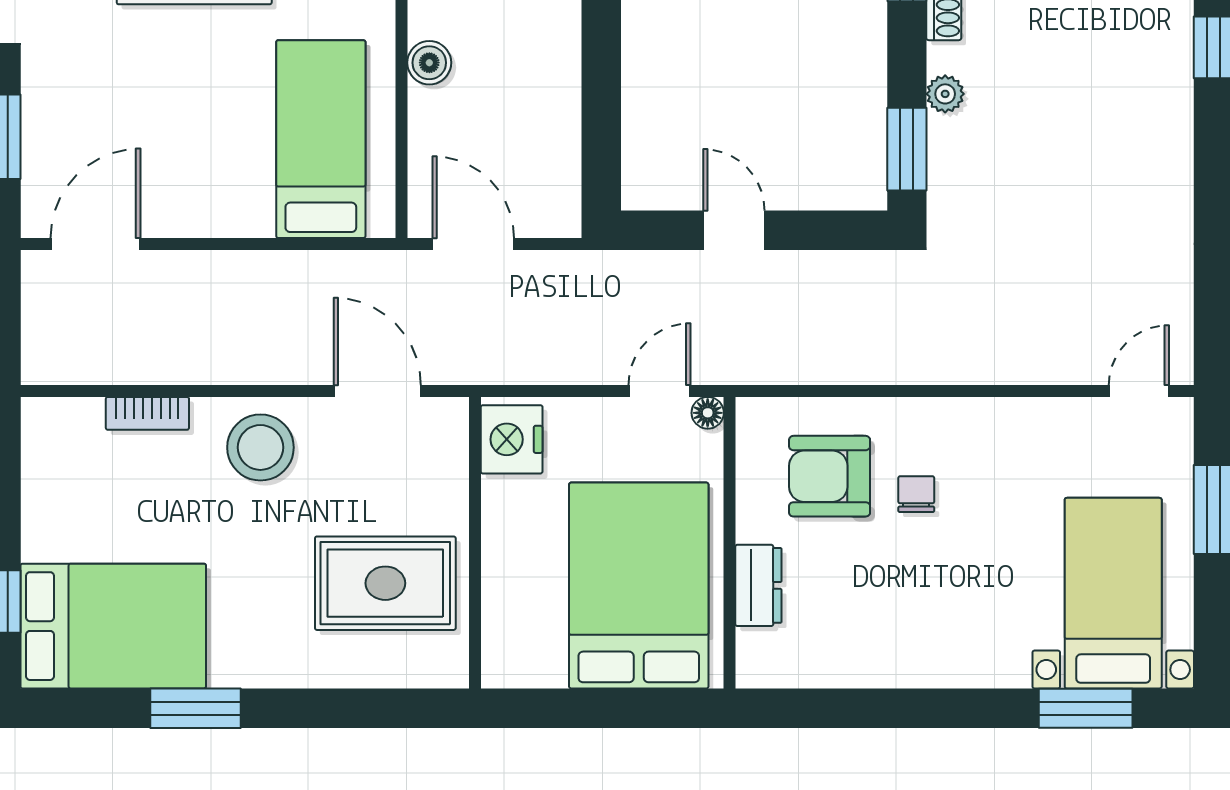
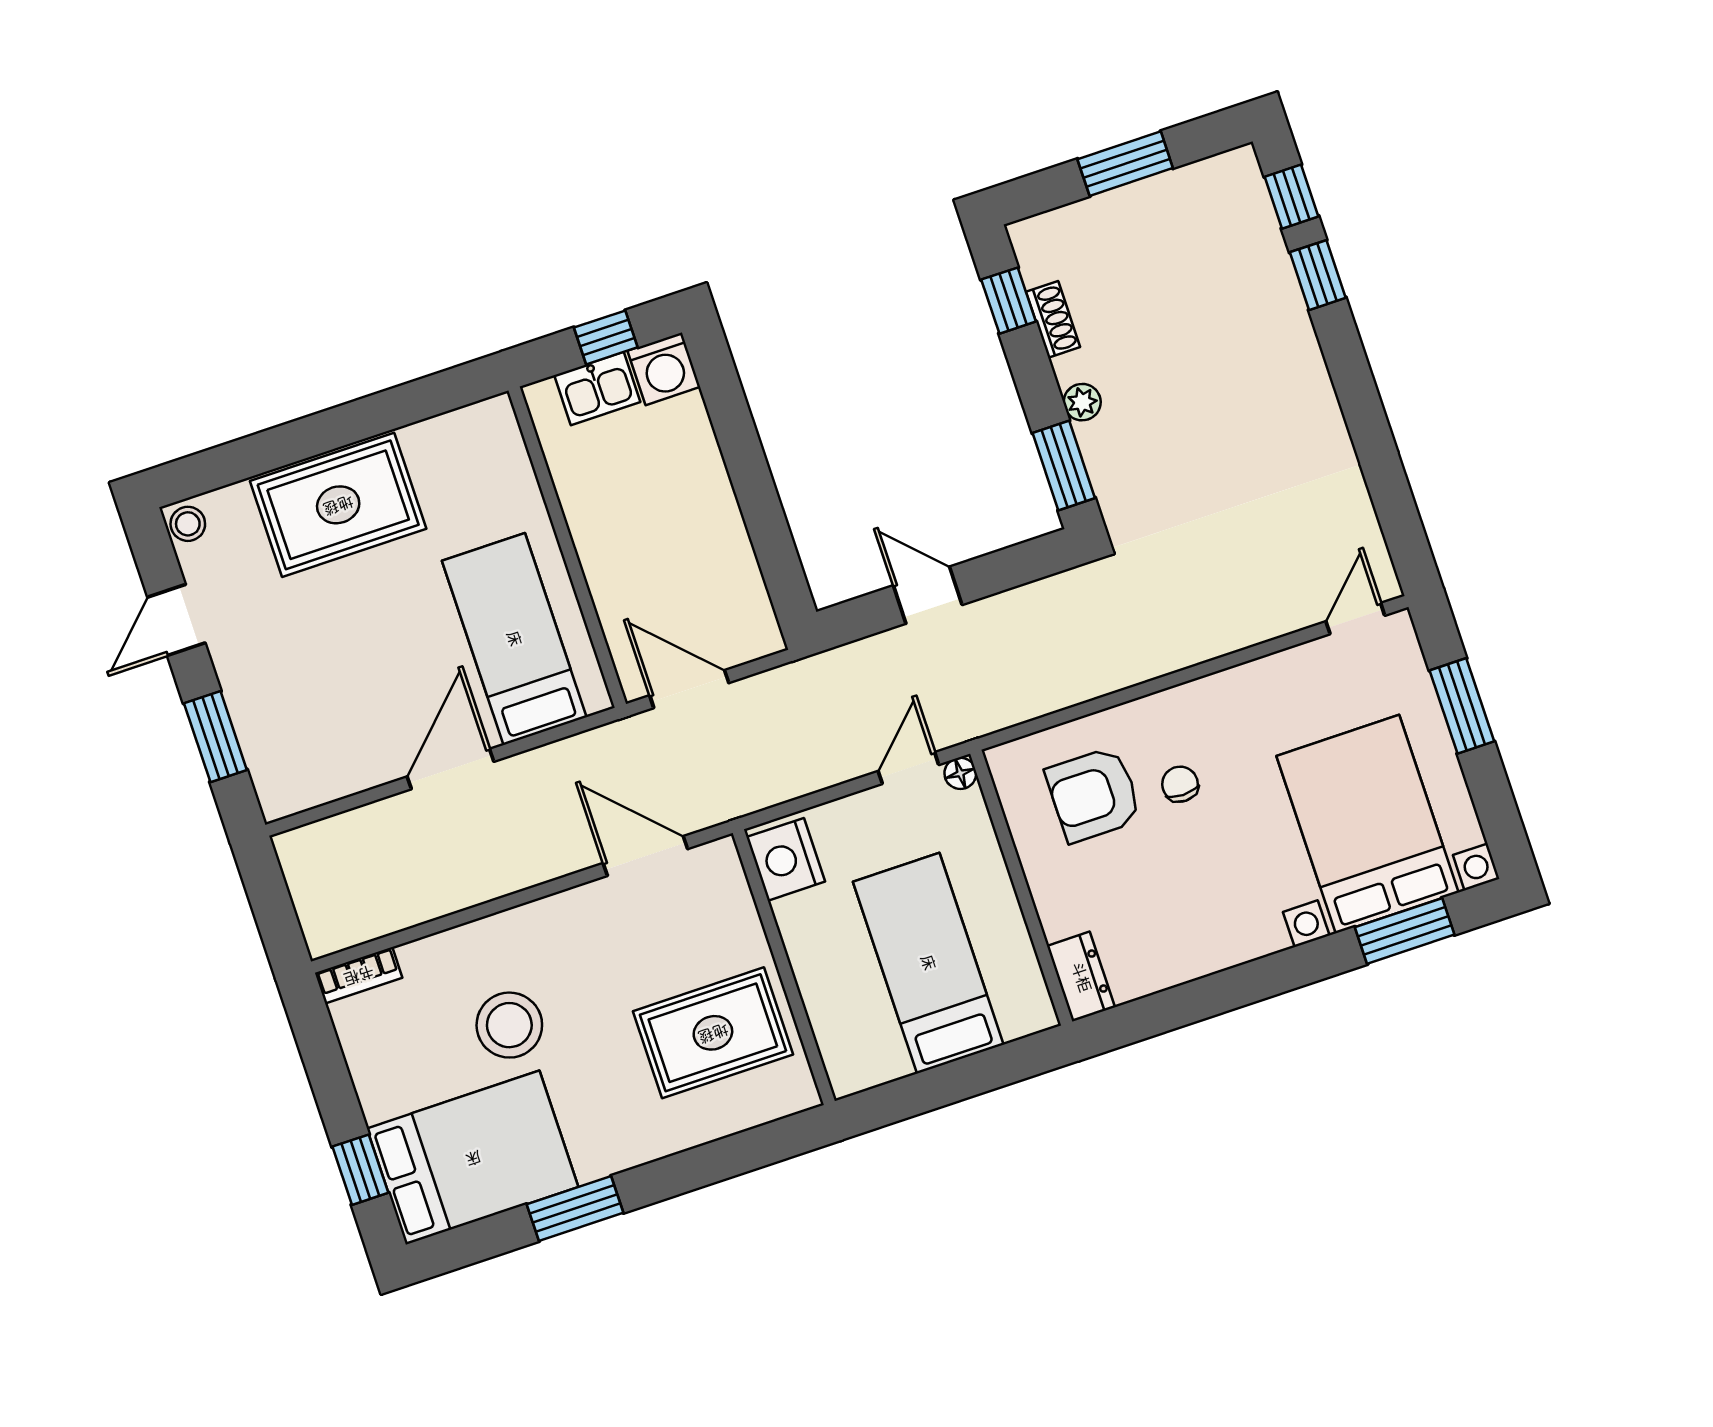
boiler: (429, 63) -> (592, 534), removed
door: (95, 244) -> (450, 769), moved
bookcase: (147, 413) -> (359, 975), moved
stool: (260, 447) -> (509, 1025), moved
dresser: (758, 585) -> (1081, 977), moved
bed: (639, 586) -> (928, 963), width x0.67
bed with nightstands: (1113, 593) -> (1367, 824), width x1.36

